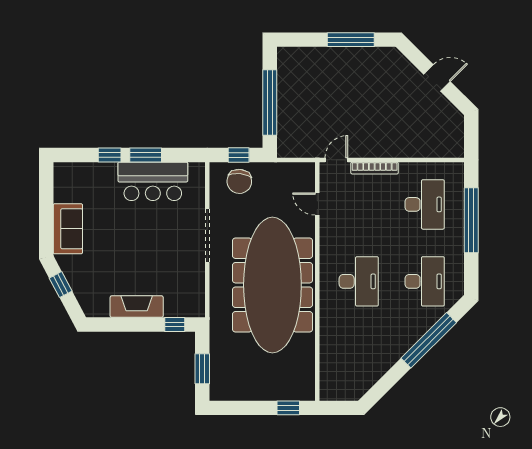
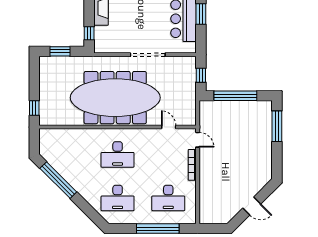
window: (351, 40) -> (277, 126), moved
door: (437, 78) -> (252, 206), hinge flipped
chair: (239, 181) -> (183, 76), removed
door: (317, 204) -> (169, 127), hinge flipped
window: (429, 340) -> (58, 180), moved

